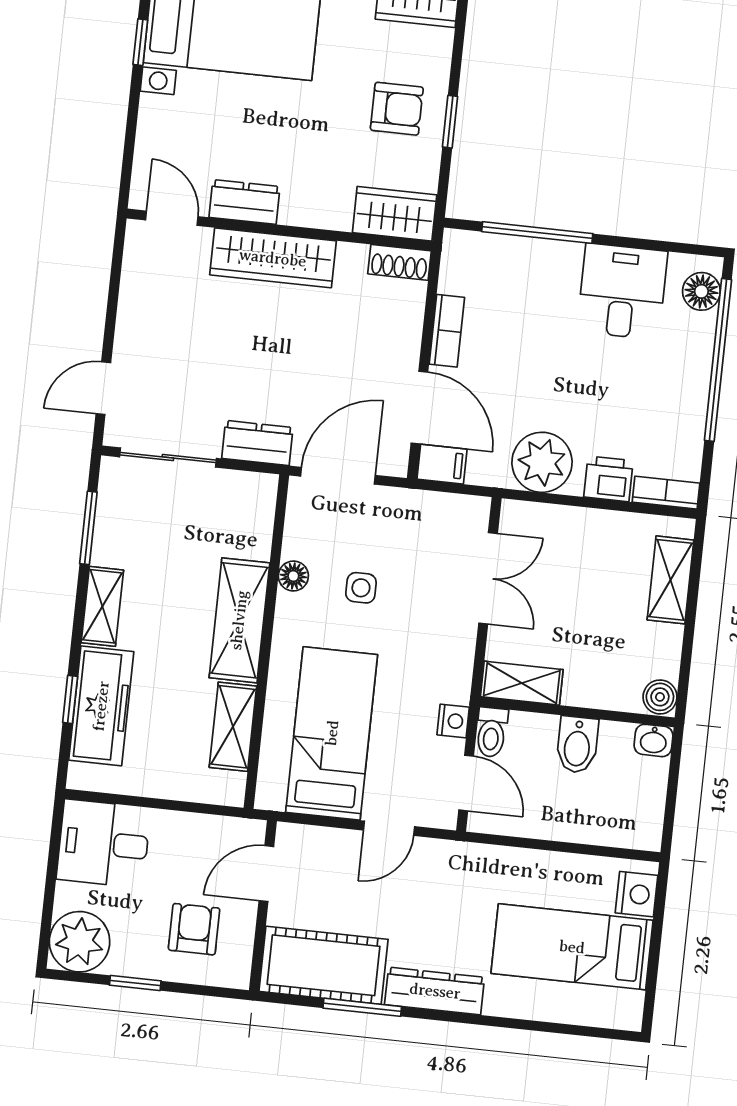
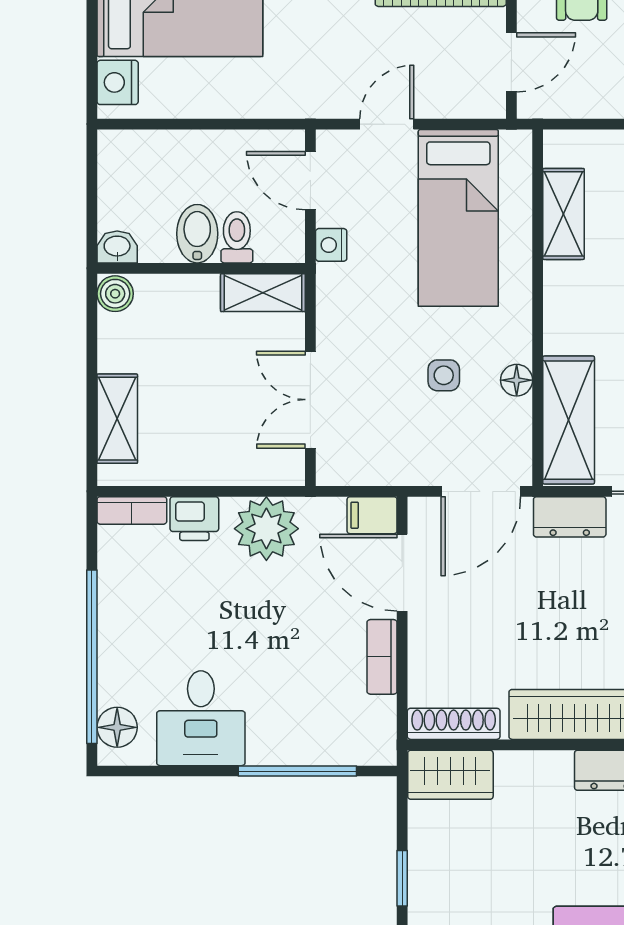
armchair: (397, 109) -> (460, 886), removed
shoe rack: (399, 262) -> (454, 724), width x1.43
shelving: (239, 620) -> (569, 420), moved
toilet: (491, 732) -> (237, 237), moved

